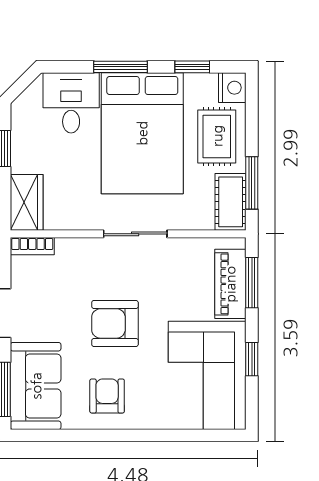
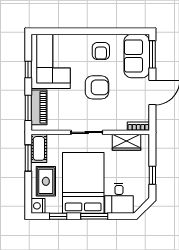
wardrobe: (27, 202) -> (126, 142), moved, turned -90

